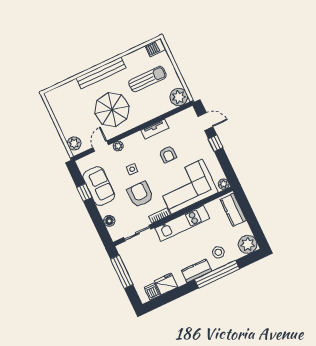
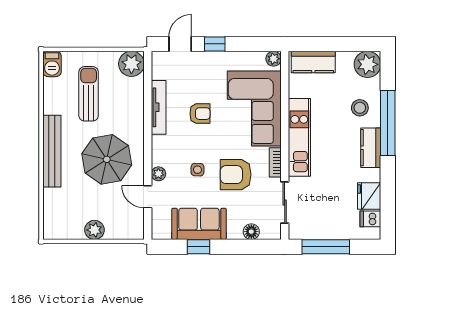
tv unit: (155, 129) -> (159, 107), width x1.41
plant: (74, 143) -> (94, 230), moved

